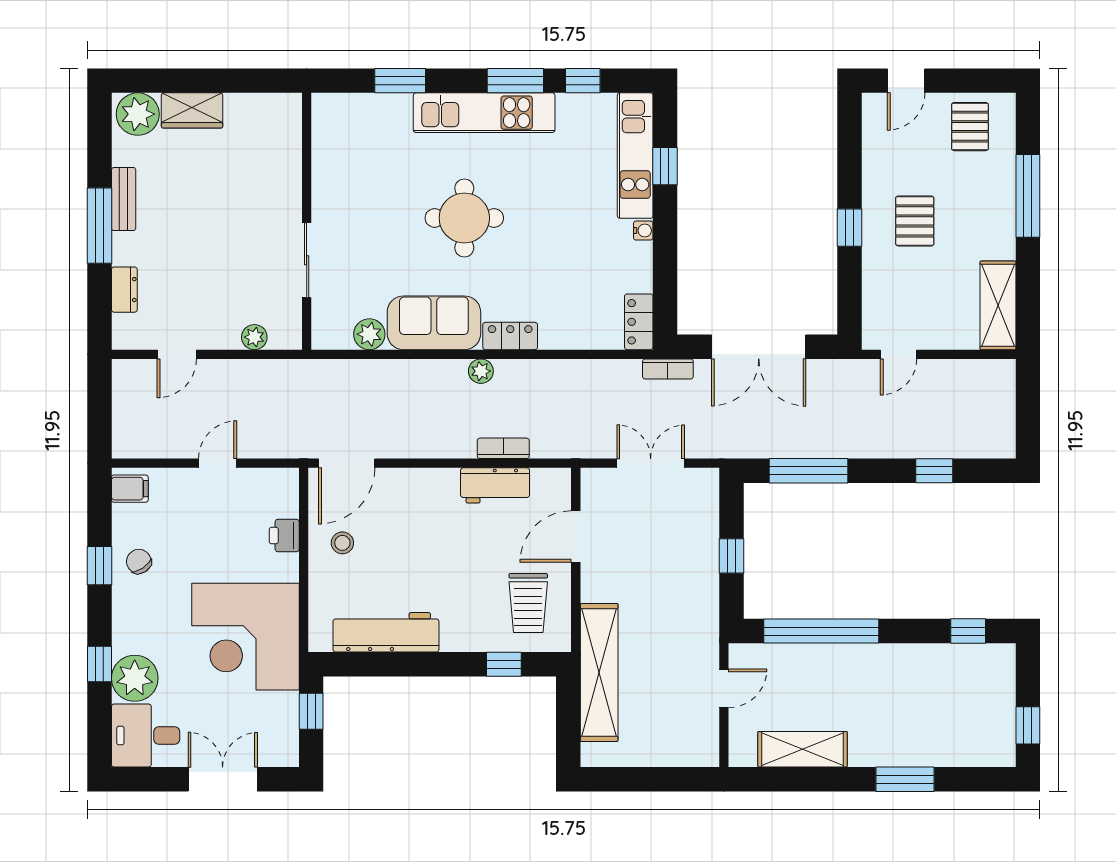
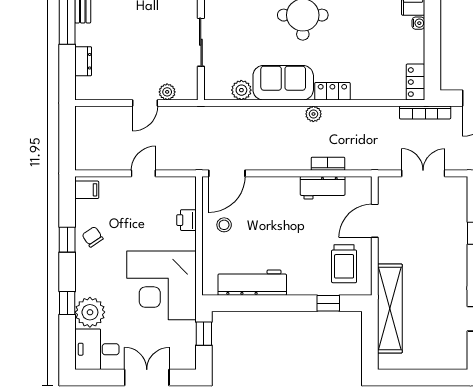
door: (177, 354) -> (145, 103), moved
bookcase: (668, 369) -> (425, 113), width x1.56

